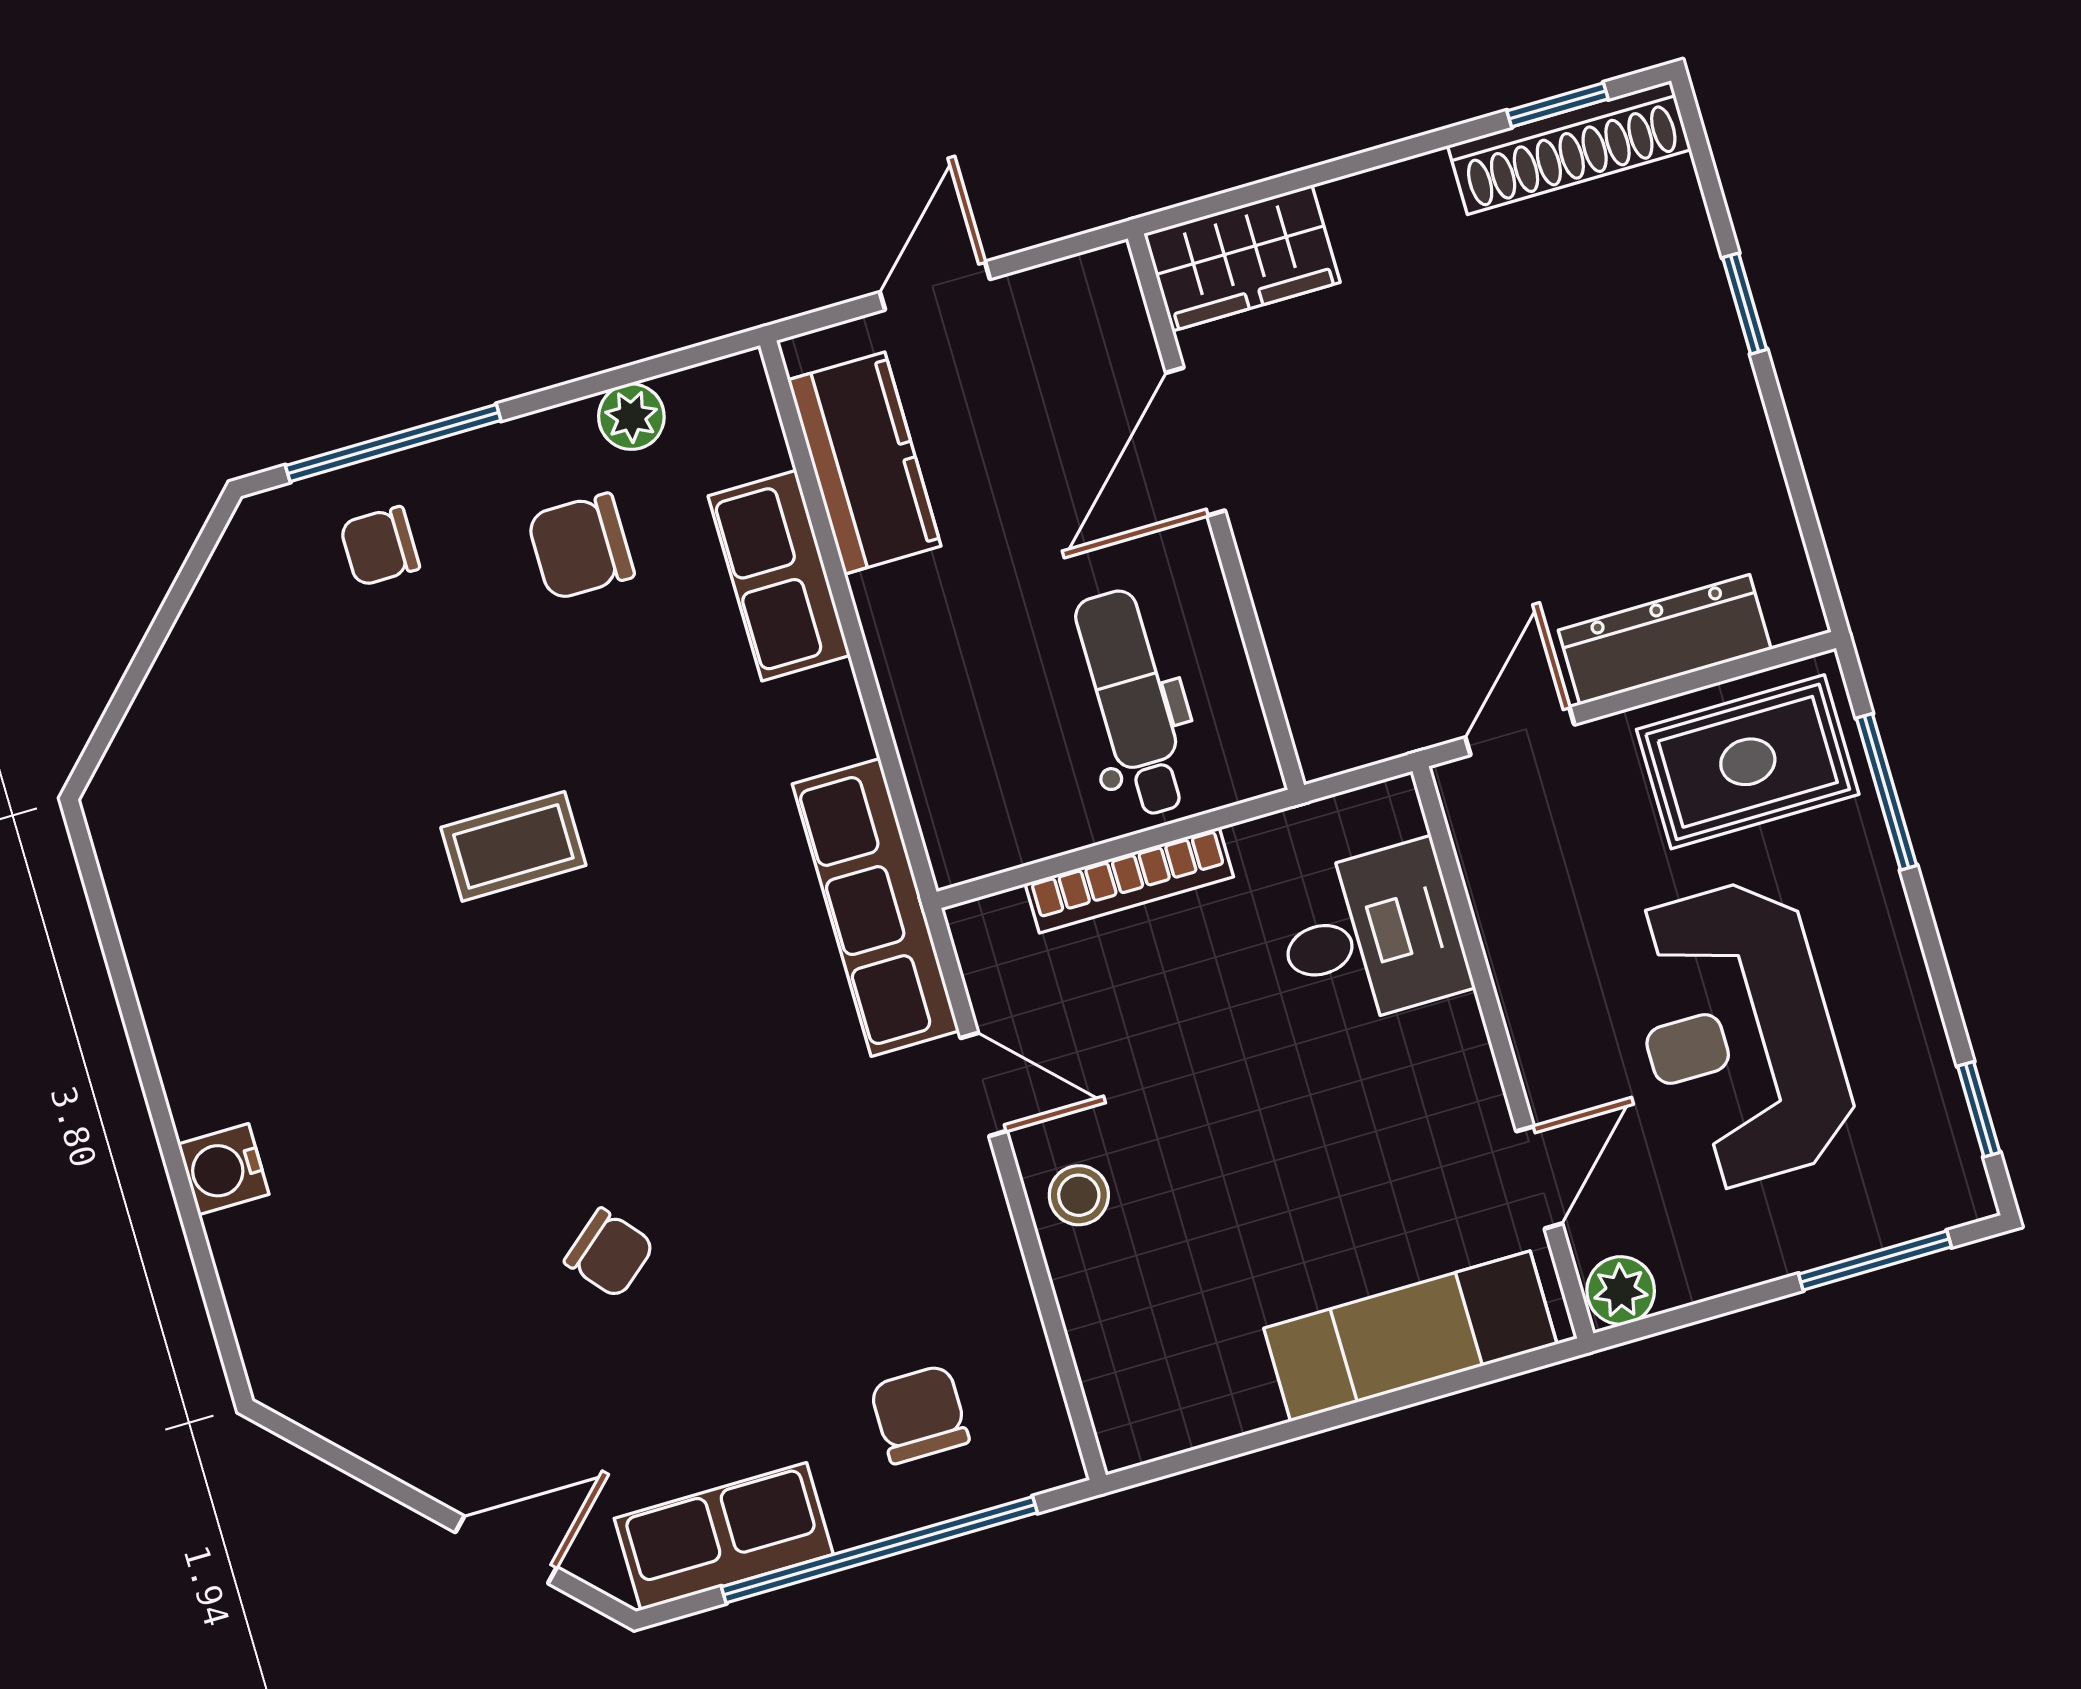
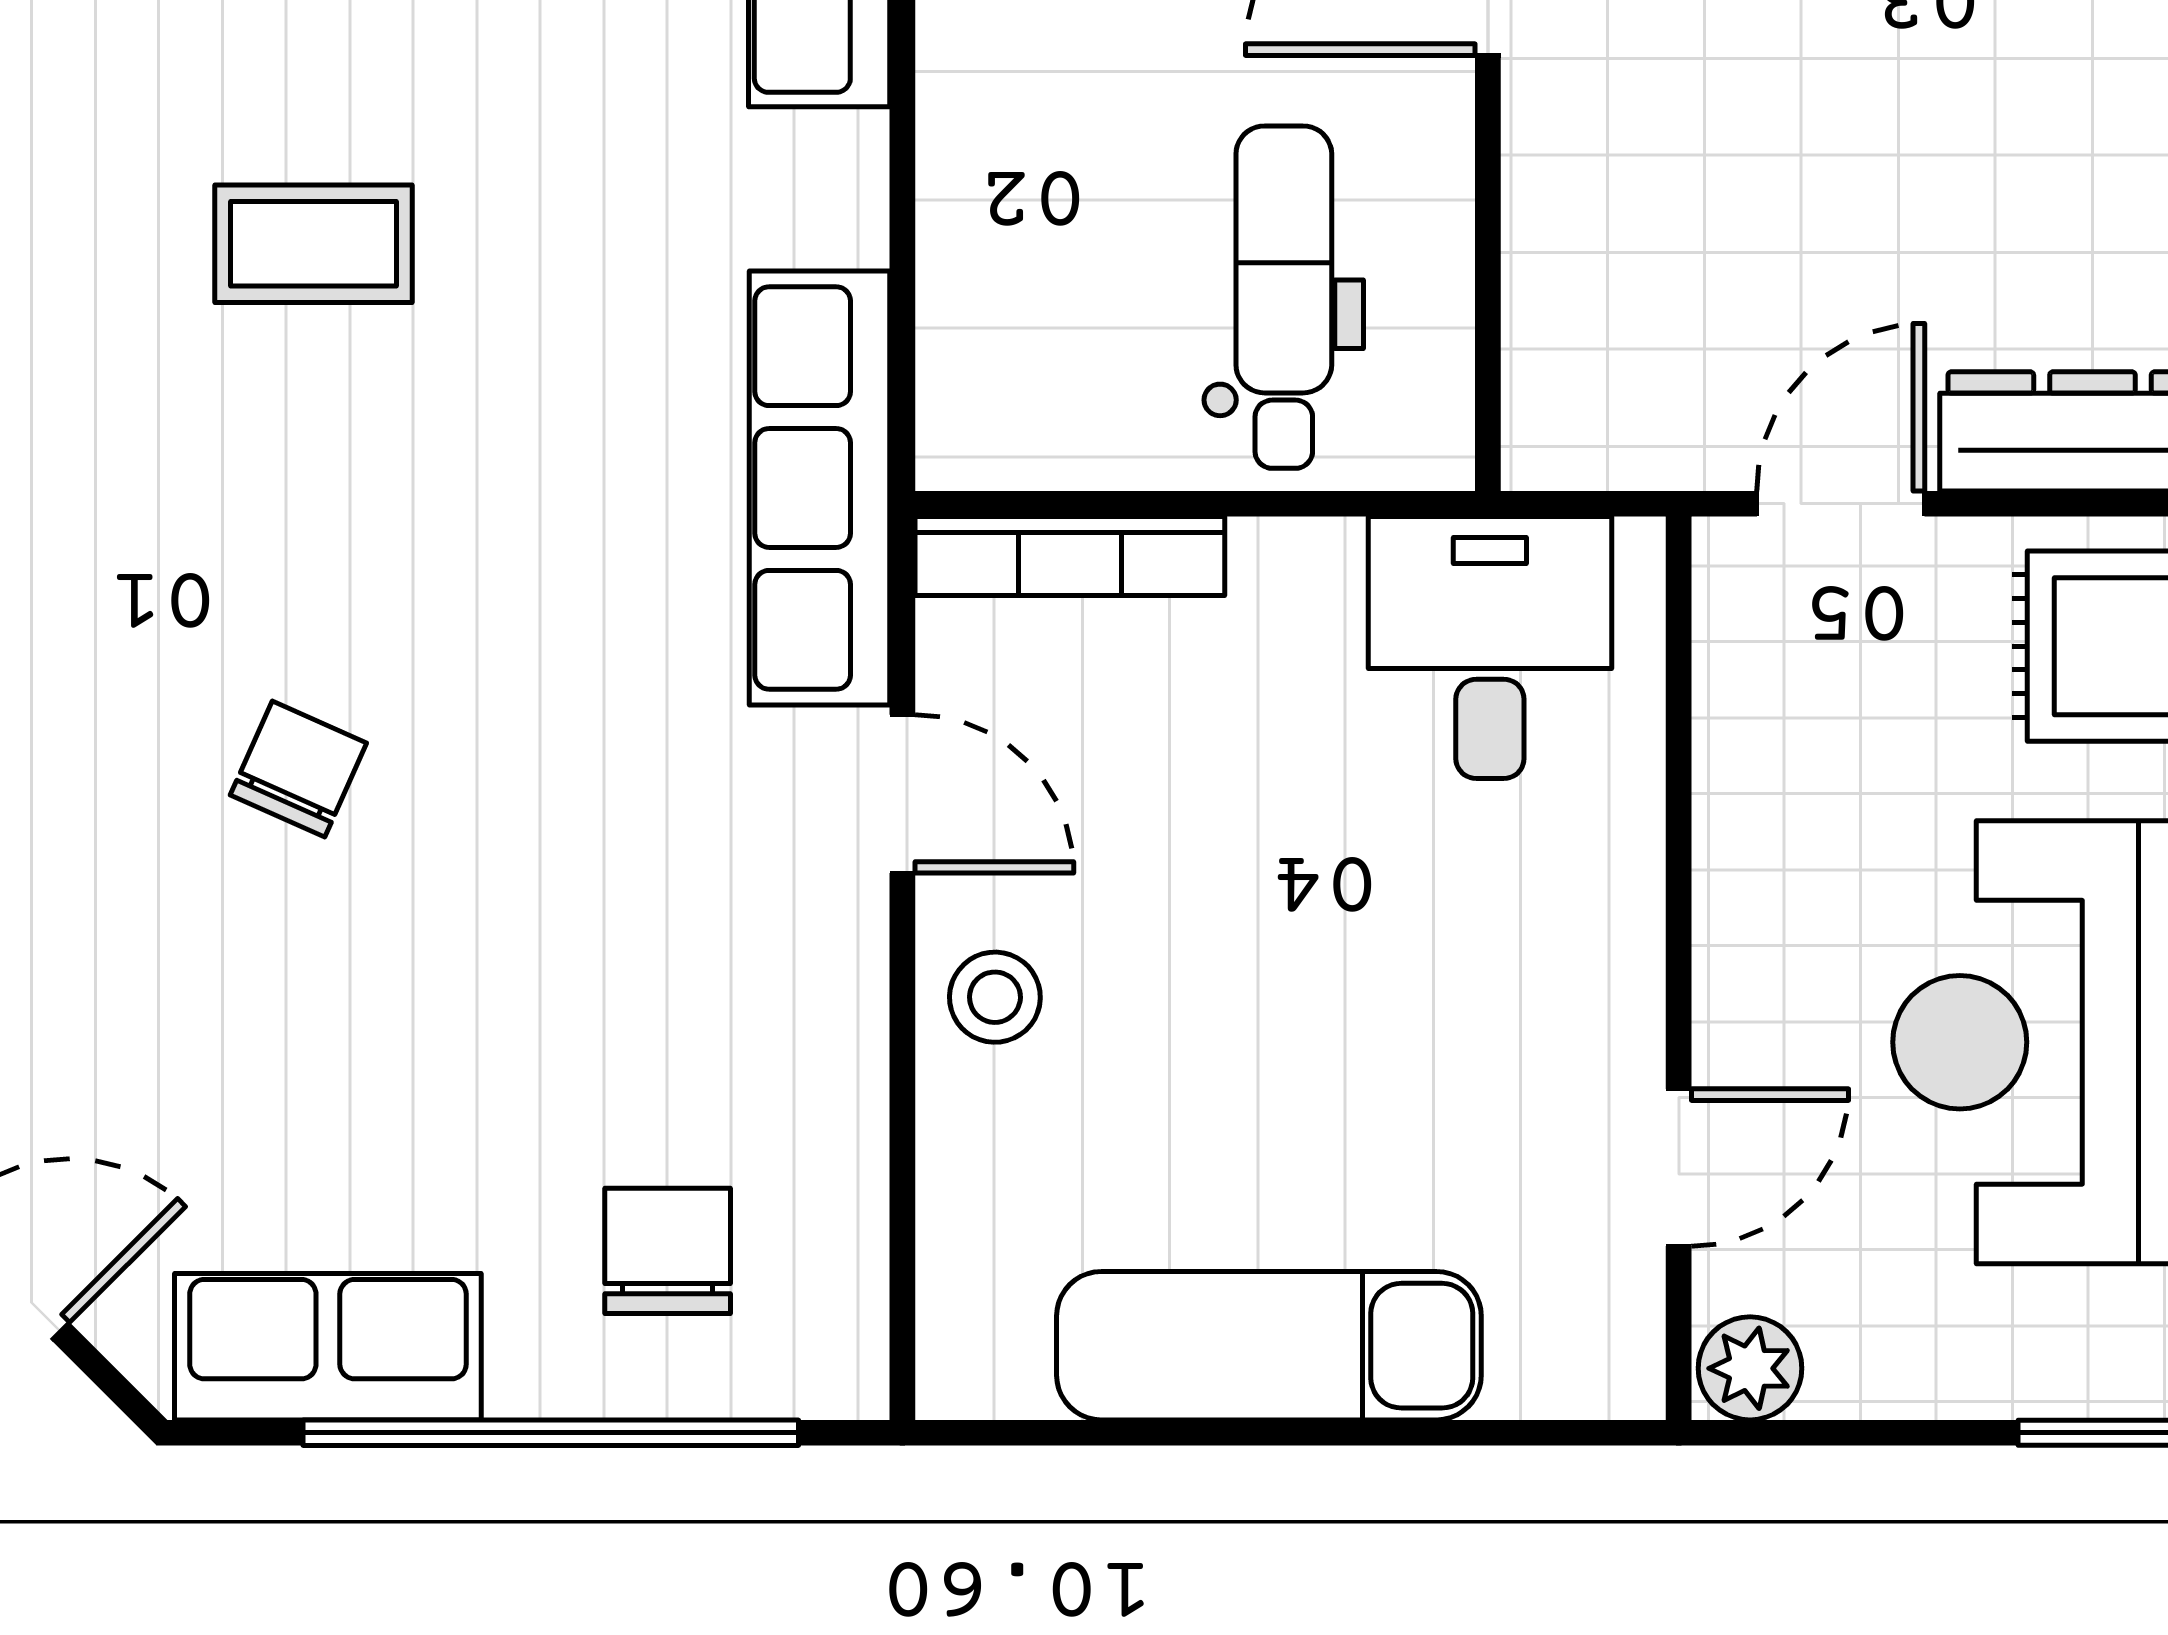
bookcase: (1129, 880) -> (1070, 556), moved
desk: (1371, 935) -> (1490, 648), moved, turned -90
chair: (609, 1253) -> (298, 769), moved, turned -116
exam couch: (1410, 1336) -> (1269, 1346), moved

